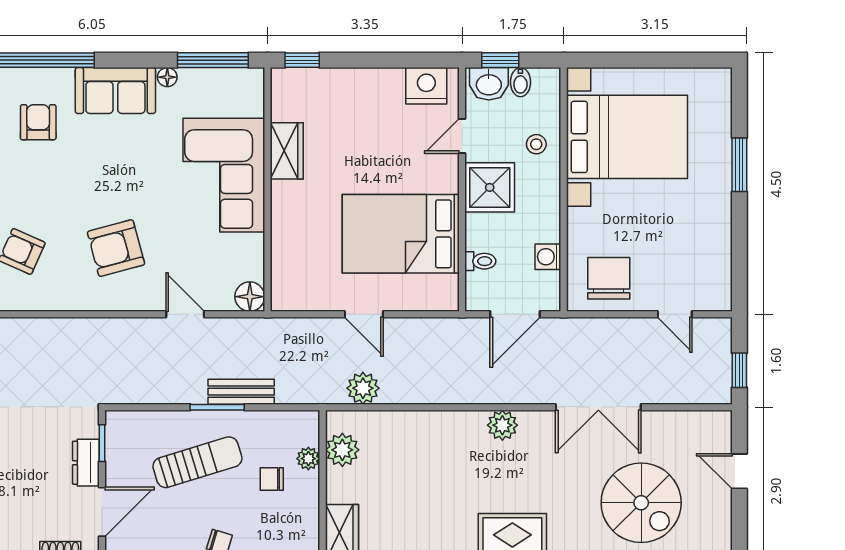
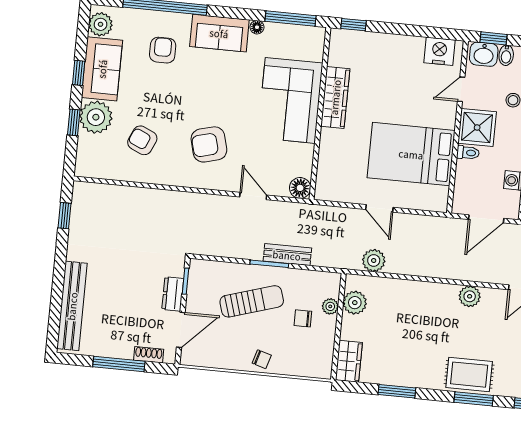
wardrobe: (287, 151) -> (335, 97), width x1.50
toilet: (480, 261) -> (468, 153), moved

